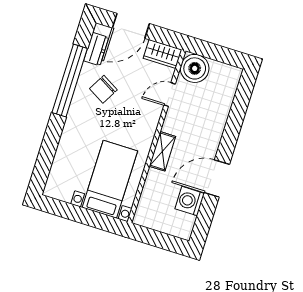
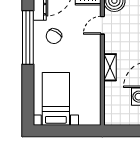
bed with nightstands: (110, 179) -> (56, 99), moved

